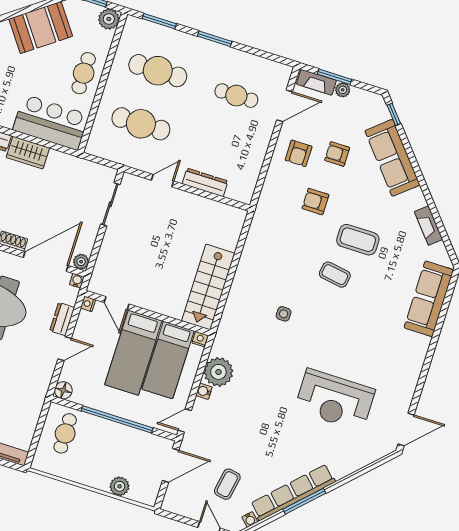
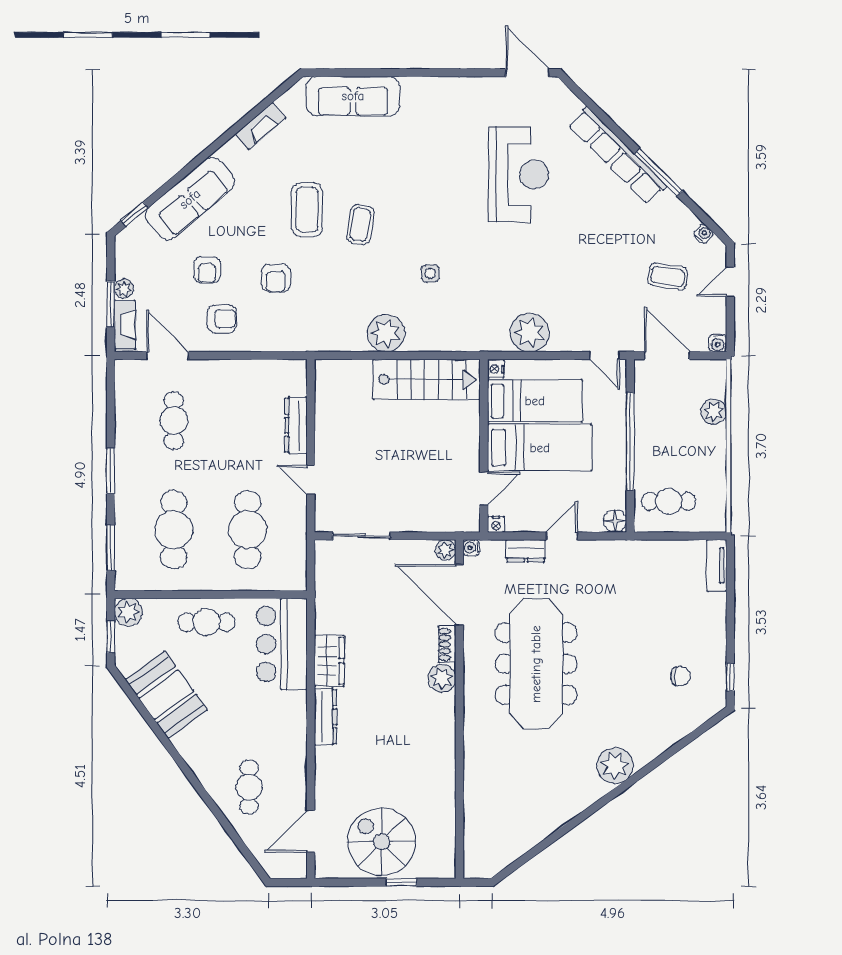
plant: (251, 268) -> (386, 333), added
door: (65, 349) -> (562, 536), hinge flipped
water cooler: (204, 391) -> (718, 343), moved
row of seats: (293, 493) -> (617, 155), moved

